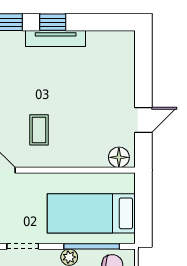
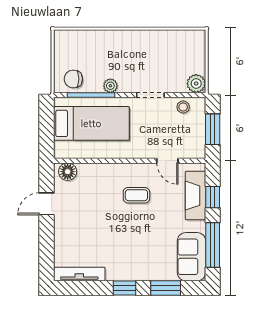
tv unit: (56, 38) -> (79, 274), moved
coffee table: (39, 130) -> (136, 195), turned 90

